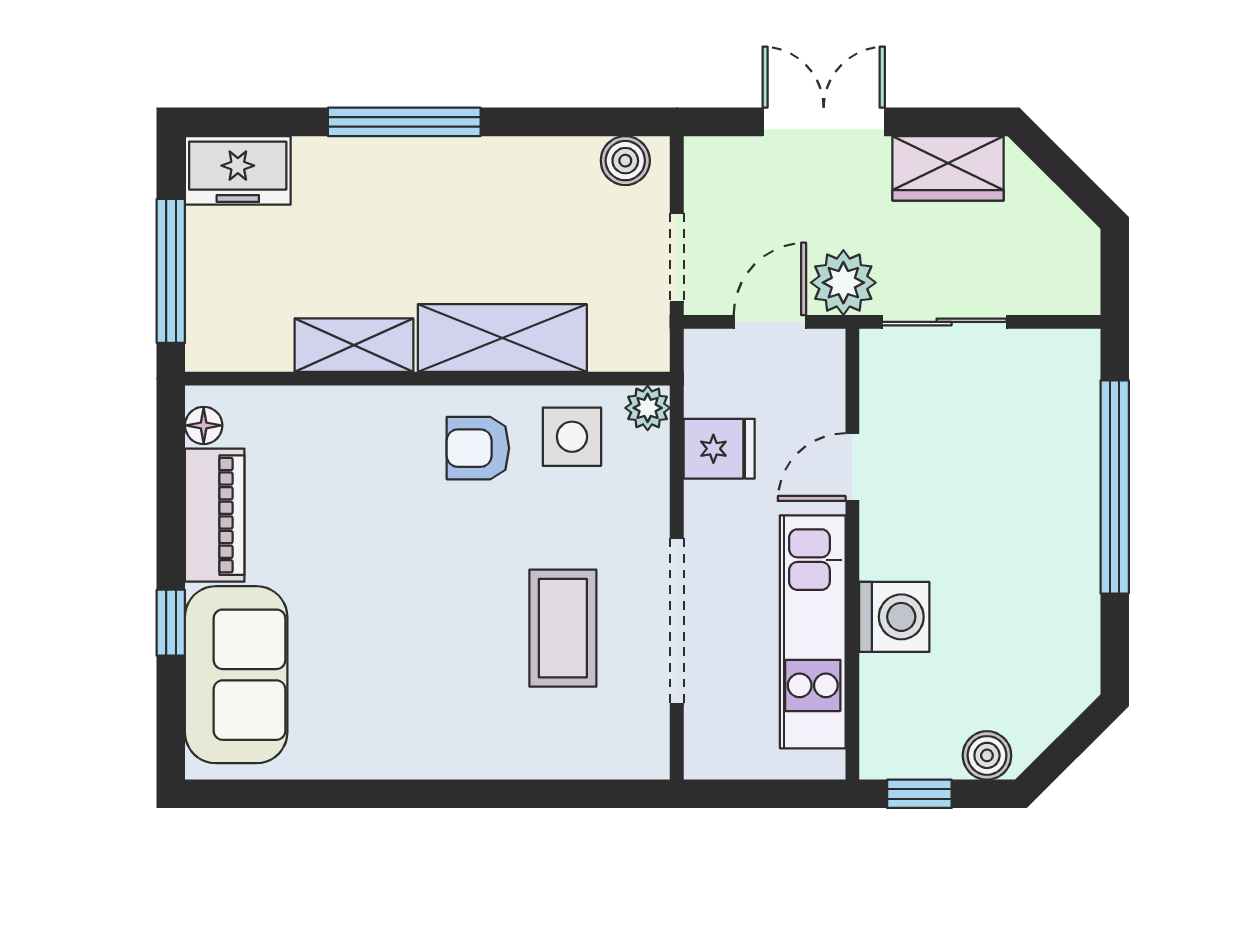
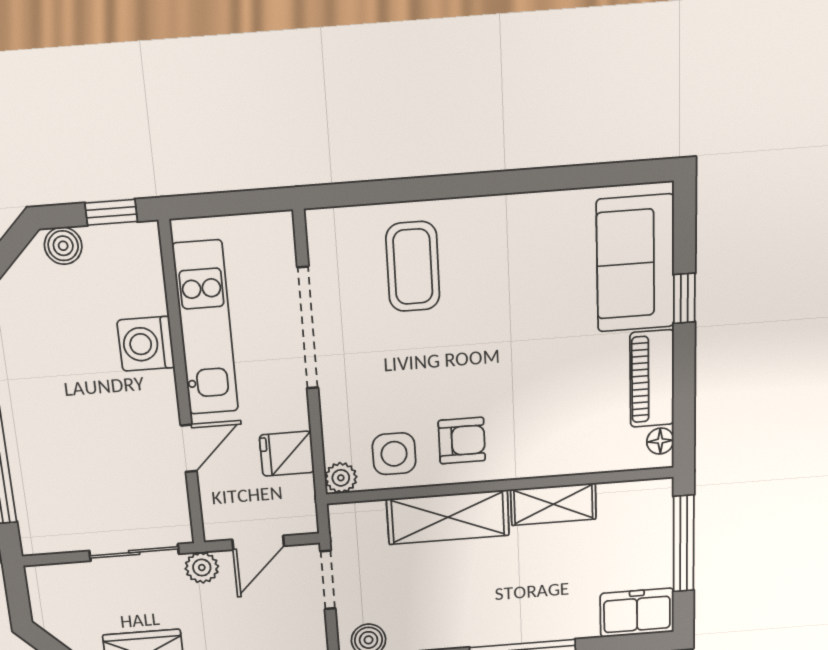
plant: (843, 283) -> (202, 568), width x0.73, depth x0.73
coffee table: (563, 628) -> (413, 267), moved

